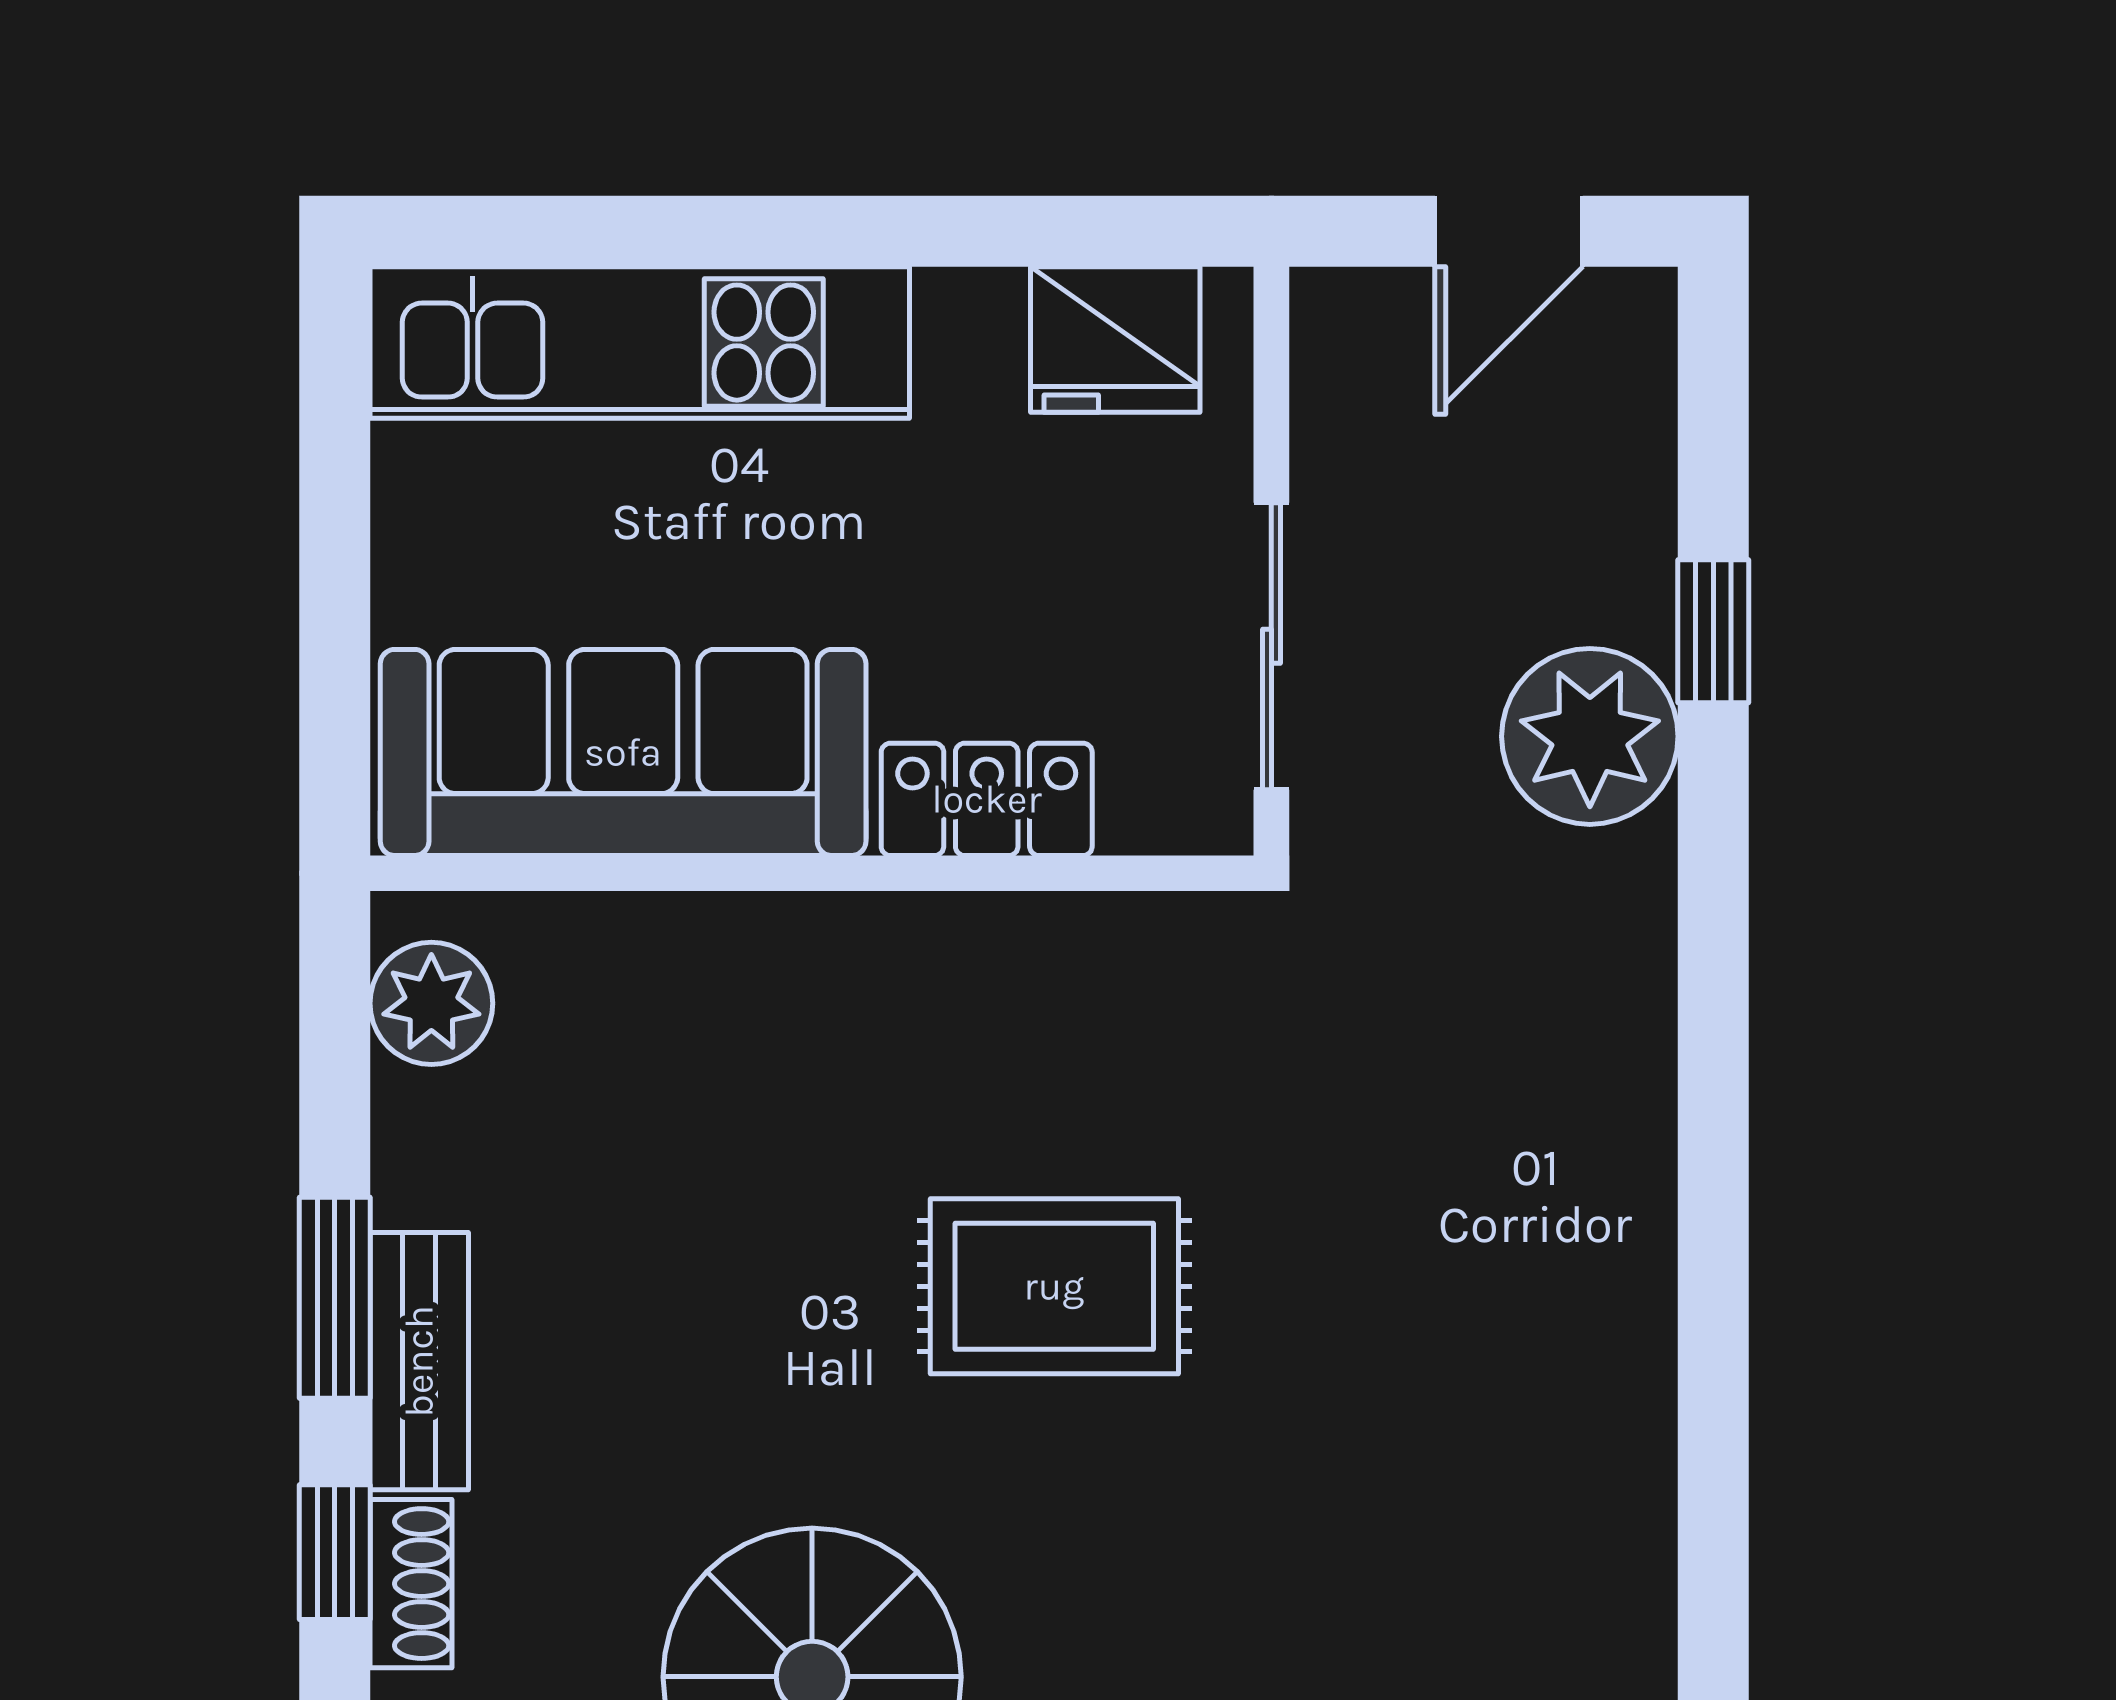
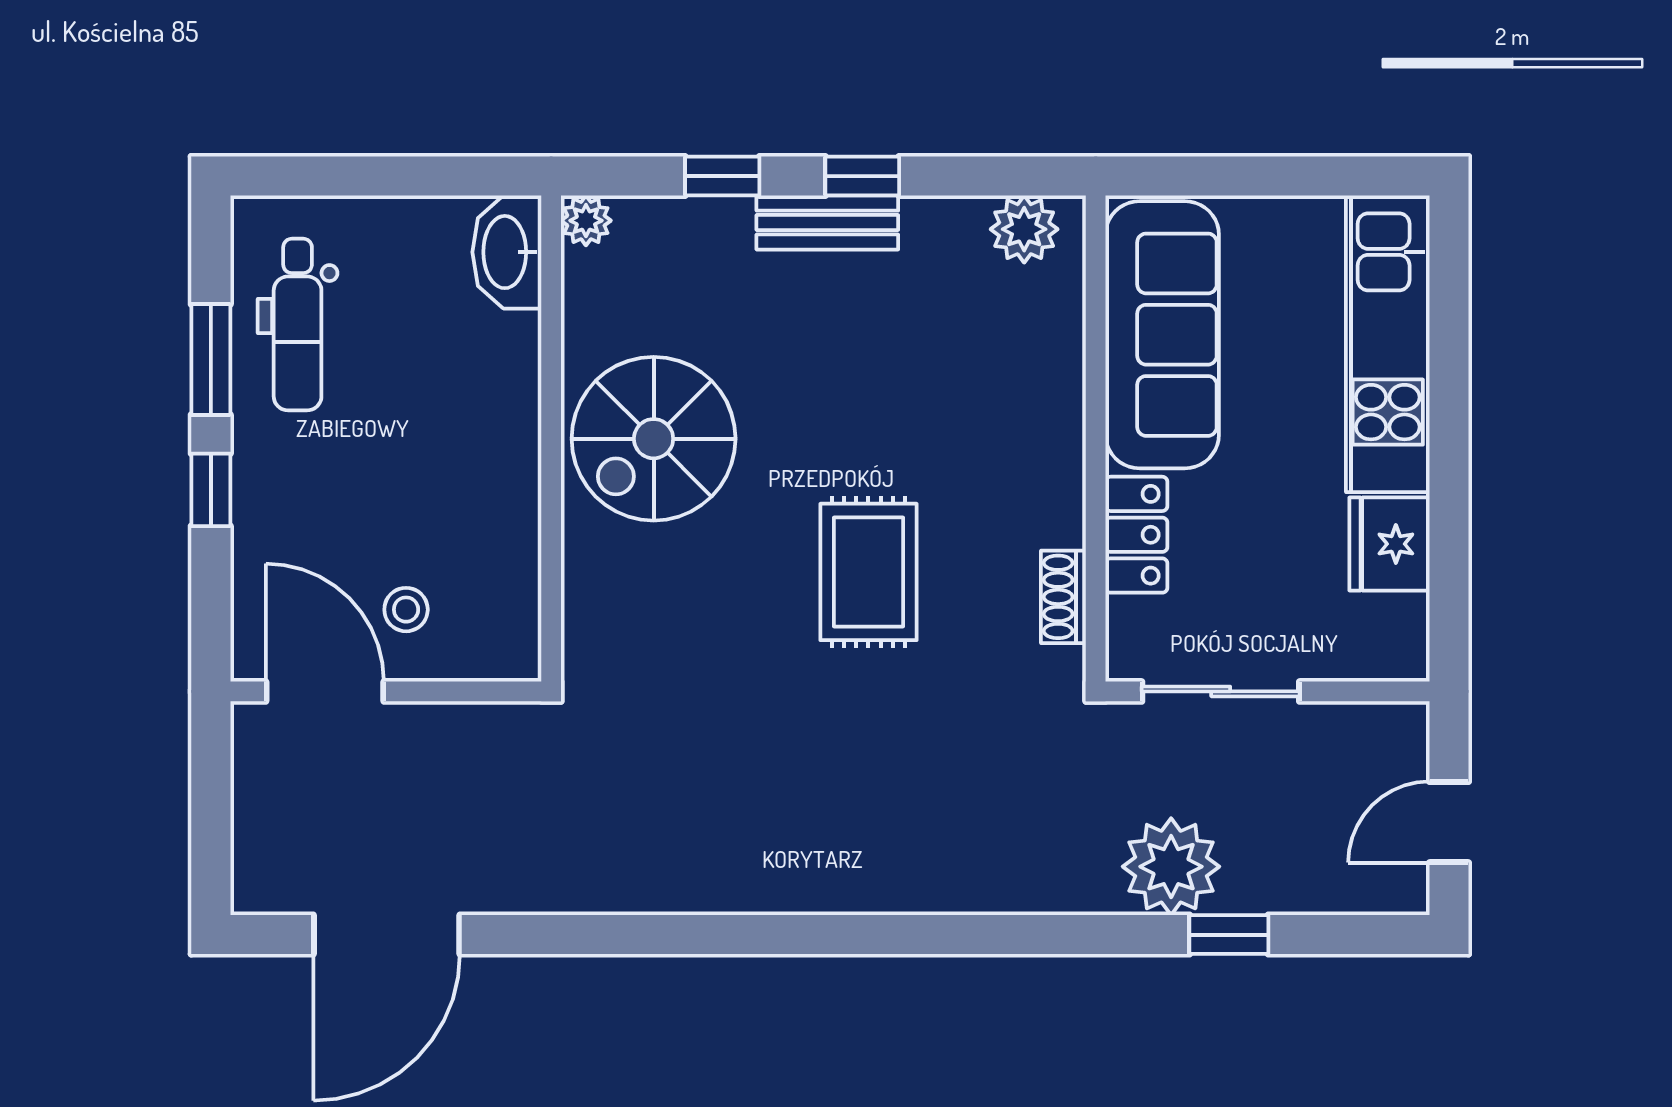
door: (1509, 231) -> (1449, 822), hinge flipped
fridge: (1115, 339) -> (1389, 544), moved
window: (335, 1298) -> (862, 176), width x0.67
shoe rack: (411, 1584) -> (1063, 597), moved, turned 90

